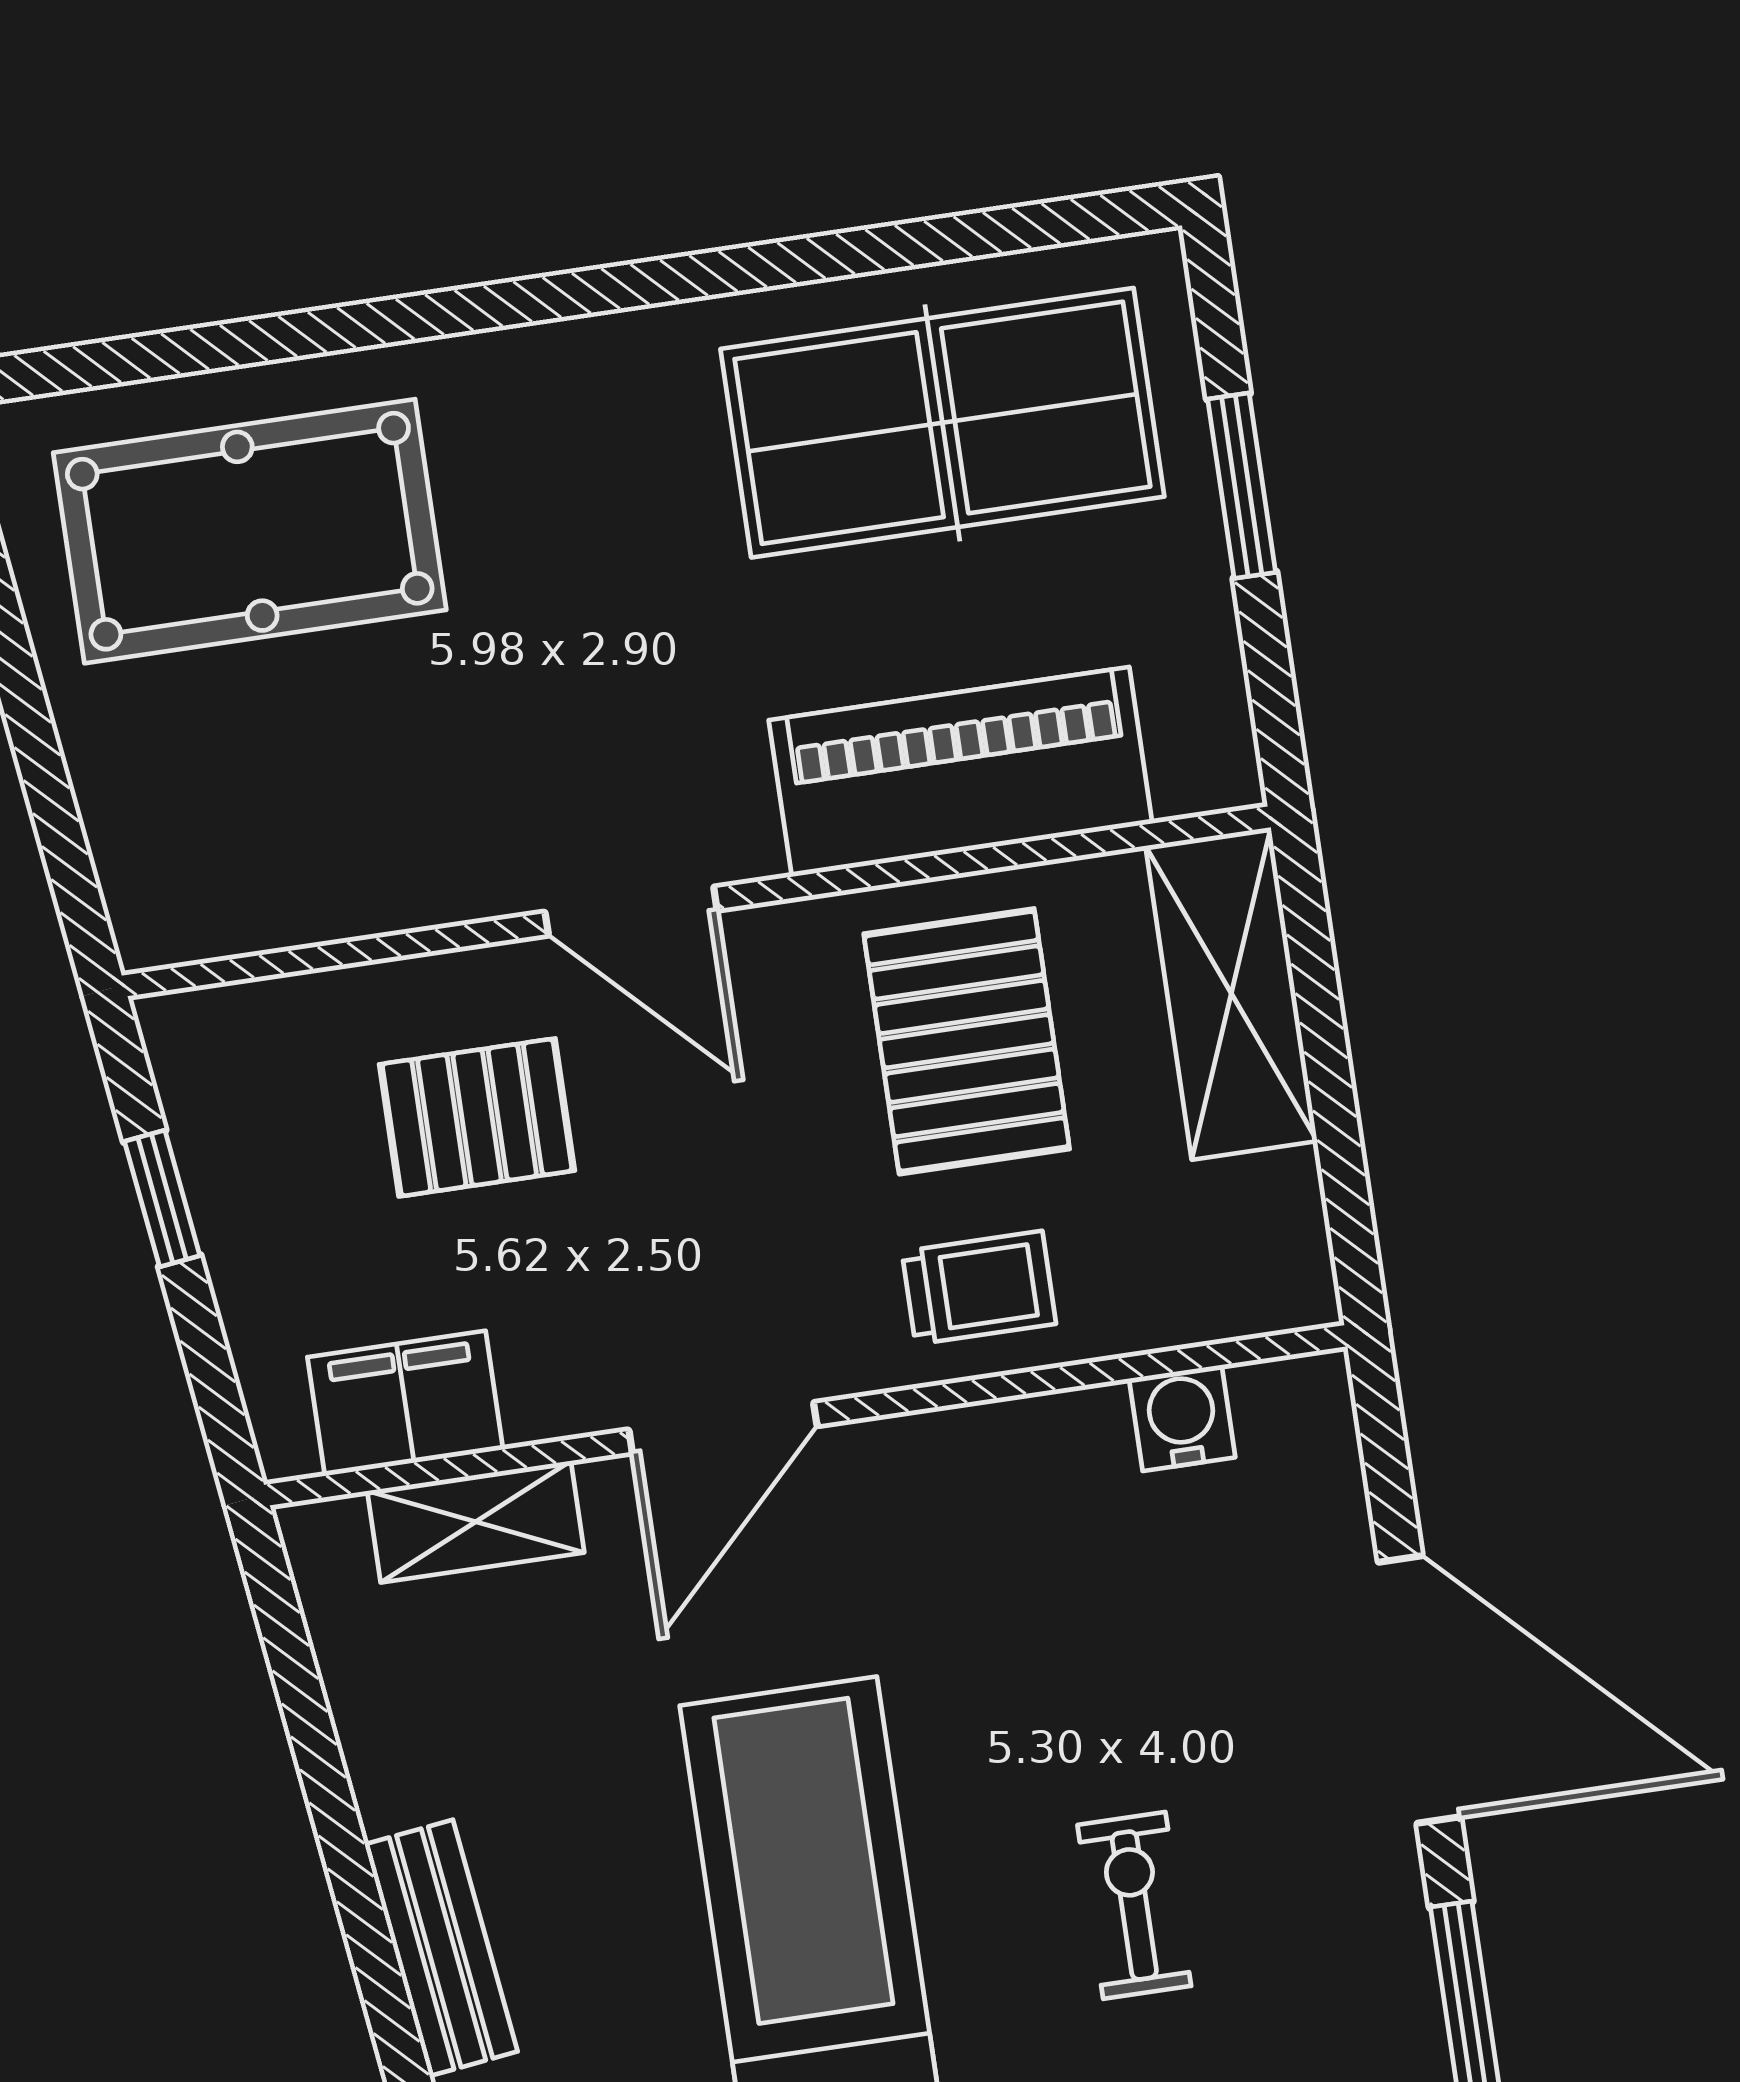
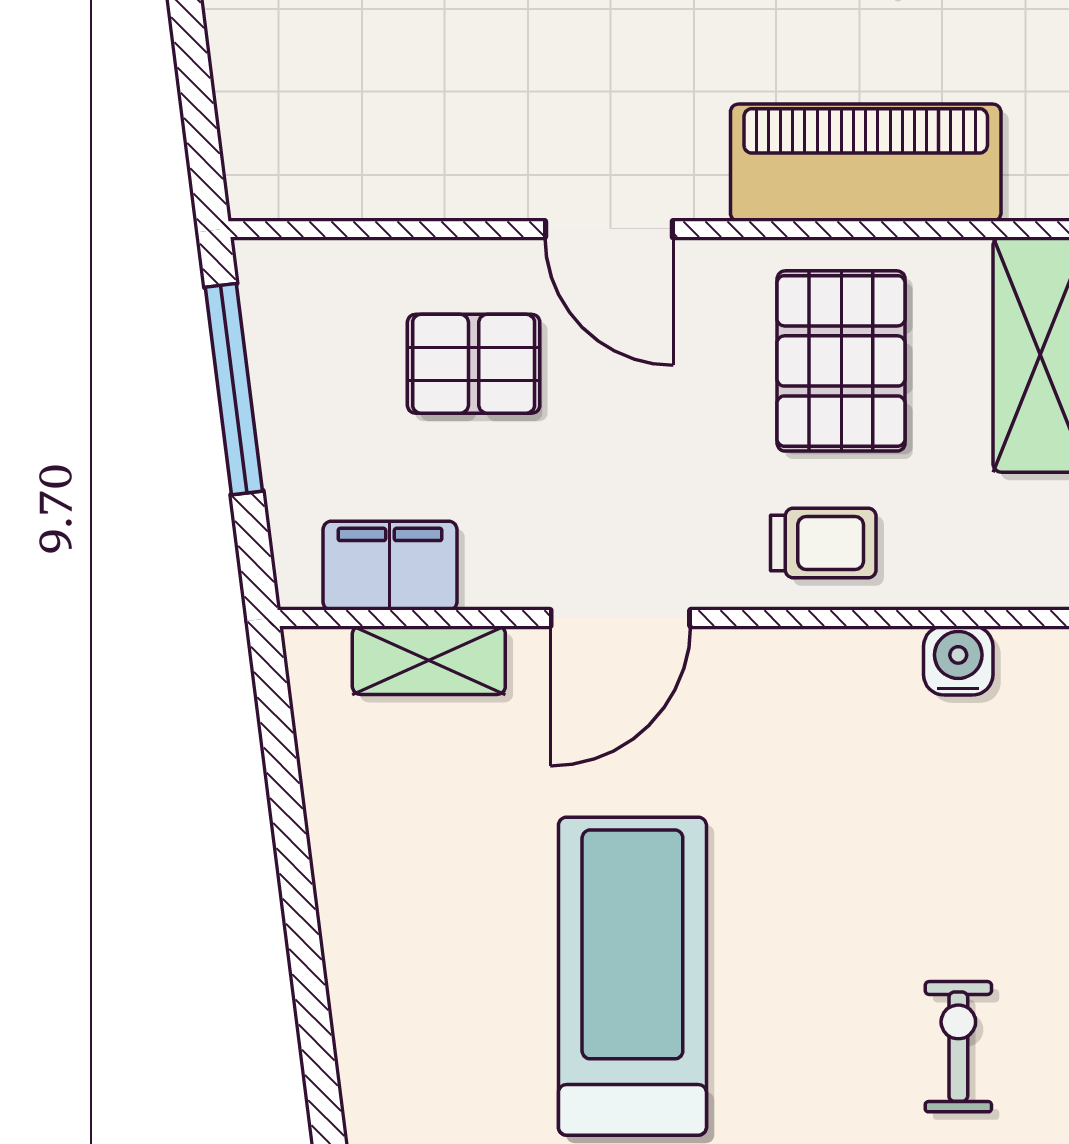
window: (162, 1199) -> (234, 389), width x2.17
exercise bike: (1134, 1905) -> (958, 1047), moved
bench: (441, 1948) -> (357, 969), removed

